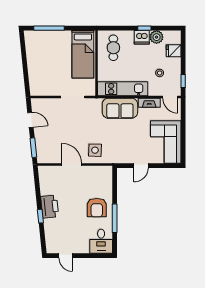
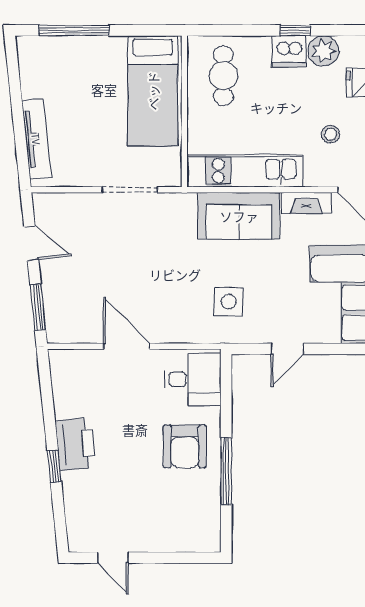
tv unit: (33, 75) -> (36, 139), added
side table: (95, 150) -> (229, 302), moved
desk: (101, 241) -> (193, 379), moved, turned -90

